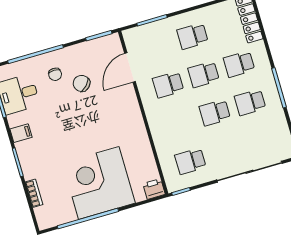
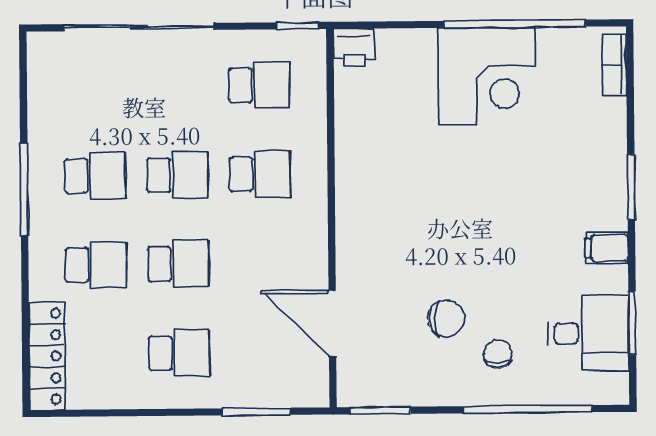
door: (130, 67) -> (332, 323), swing flipped
chair: (82, 83) -> (446, 318), turned -45
school desk: (168, 85) -> (260, 174), moved
corner desk: (99, 183) -> (487, 76), width x0.74, depth x0.74
bookcase: (34, 193) -> (614, 65), moved

